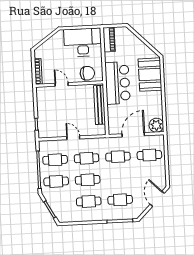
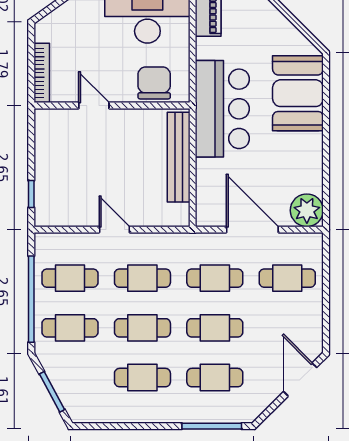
chair: (87, 73) -> (154, 83), turned -89
door: (133, 135) -> (252, 230), hinge flipped
cafe table: (119, 178) -> (215, 328), added

